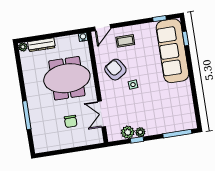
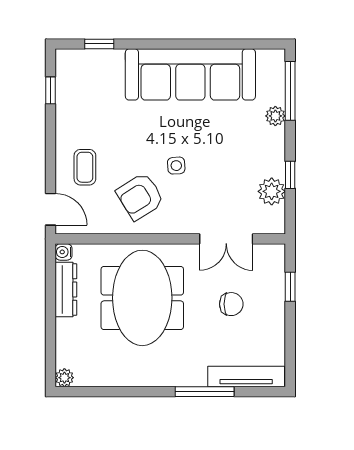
dresser: (41, 45) -> (66, 289), moved
sofa: (172, 51) -> (190, 74), moved
plant: (140, 132) -> (275, 116), moved
tv unit: (37, 134) -> (246, 376), added
window: (83, 148) -> (290, 287), added

